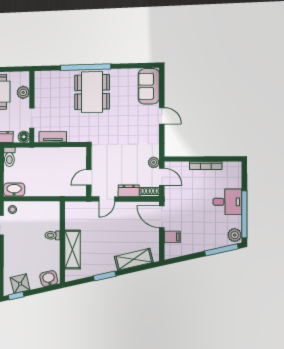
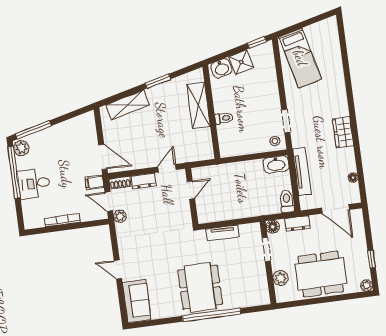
tv unit: (53, 137) -> (223, 233), moved
filing cabinet: (172, 237) -> (95, 182), moved
shower: (20, 284) -> (241, 62), moved

